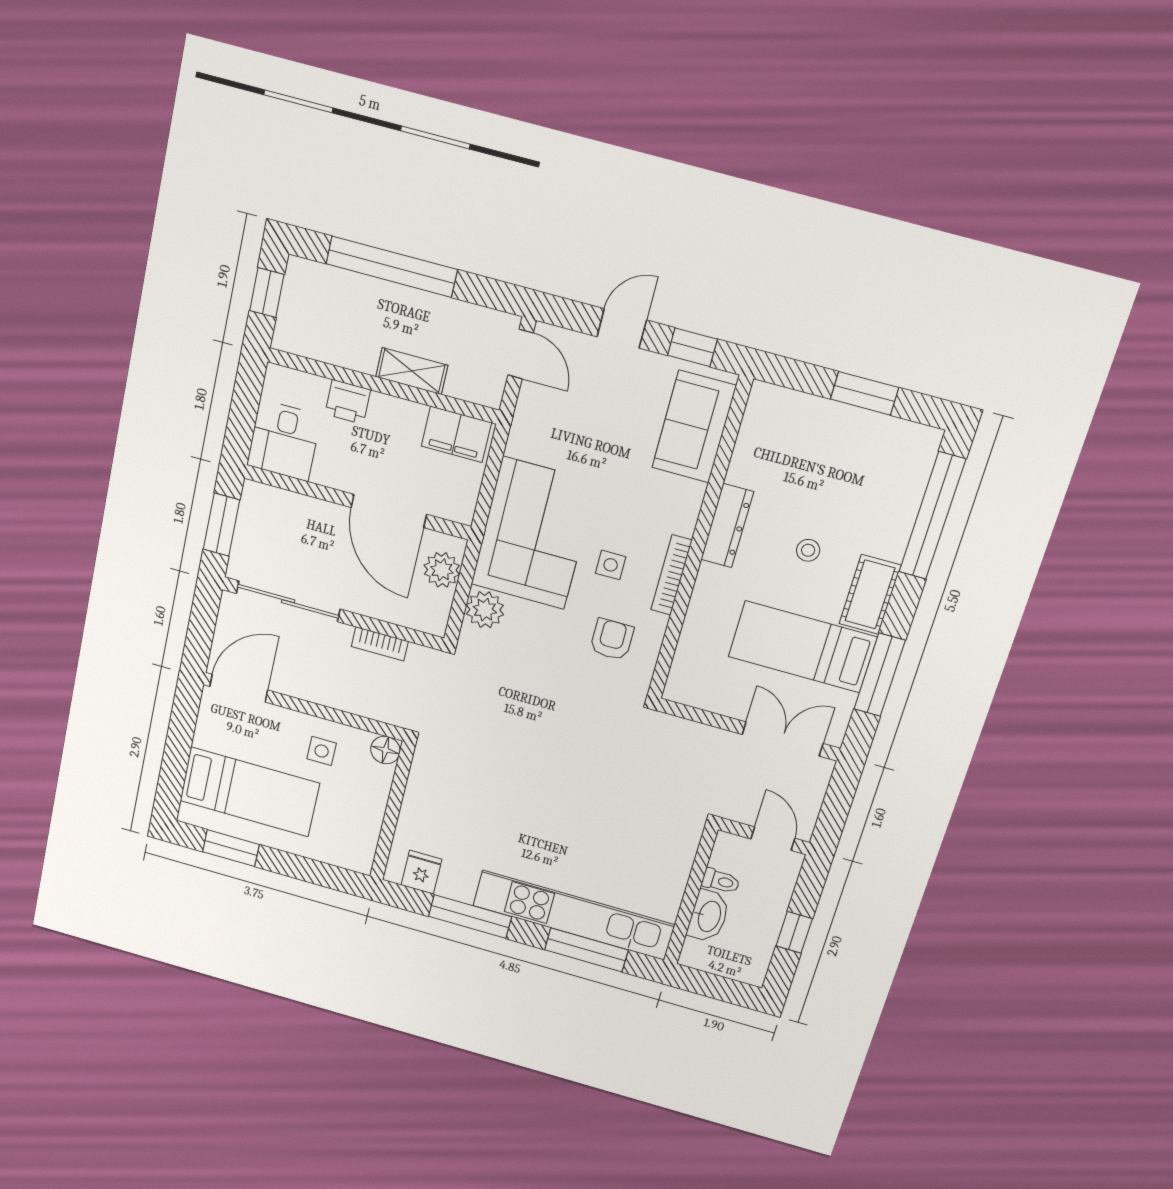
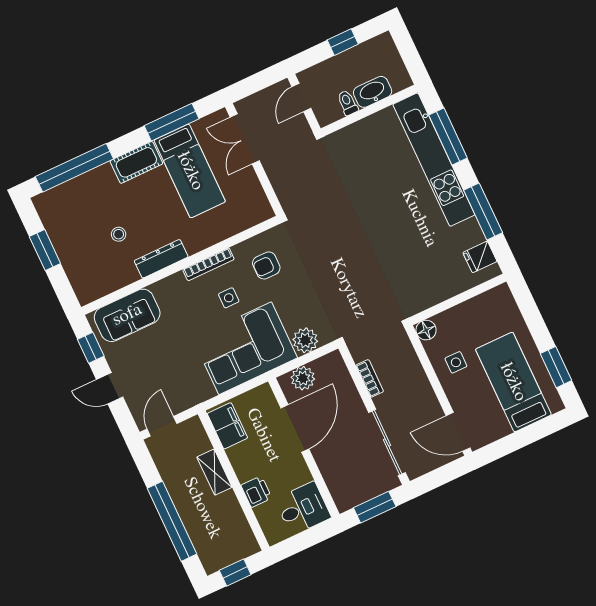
stool: (808, 550) -> (119, 234), moved

